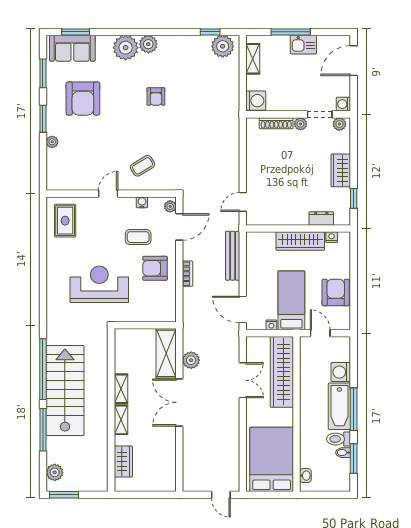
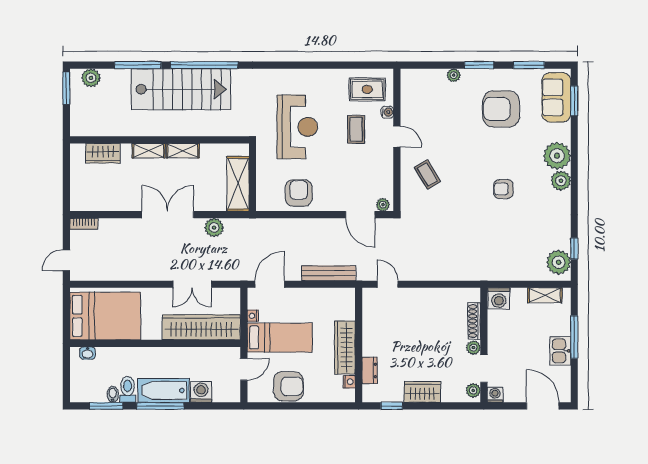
water cooler: (142, 202) -> (387, 112), moved
coffee table: (138, 237) -> (356, 129), moved
armchair: (155, 268) -> (299, 193), moved
bookcase: (188, 274) -> (84, 224), moved
shelving: (166, 353) -> (238, 184), moved, turned 90

